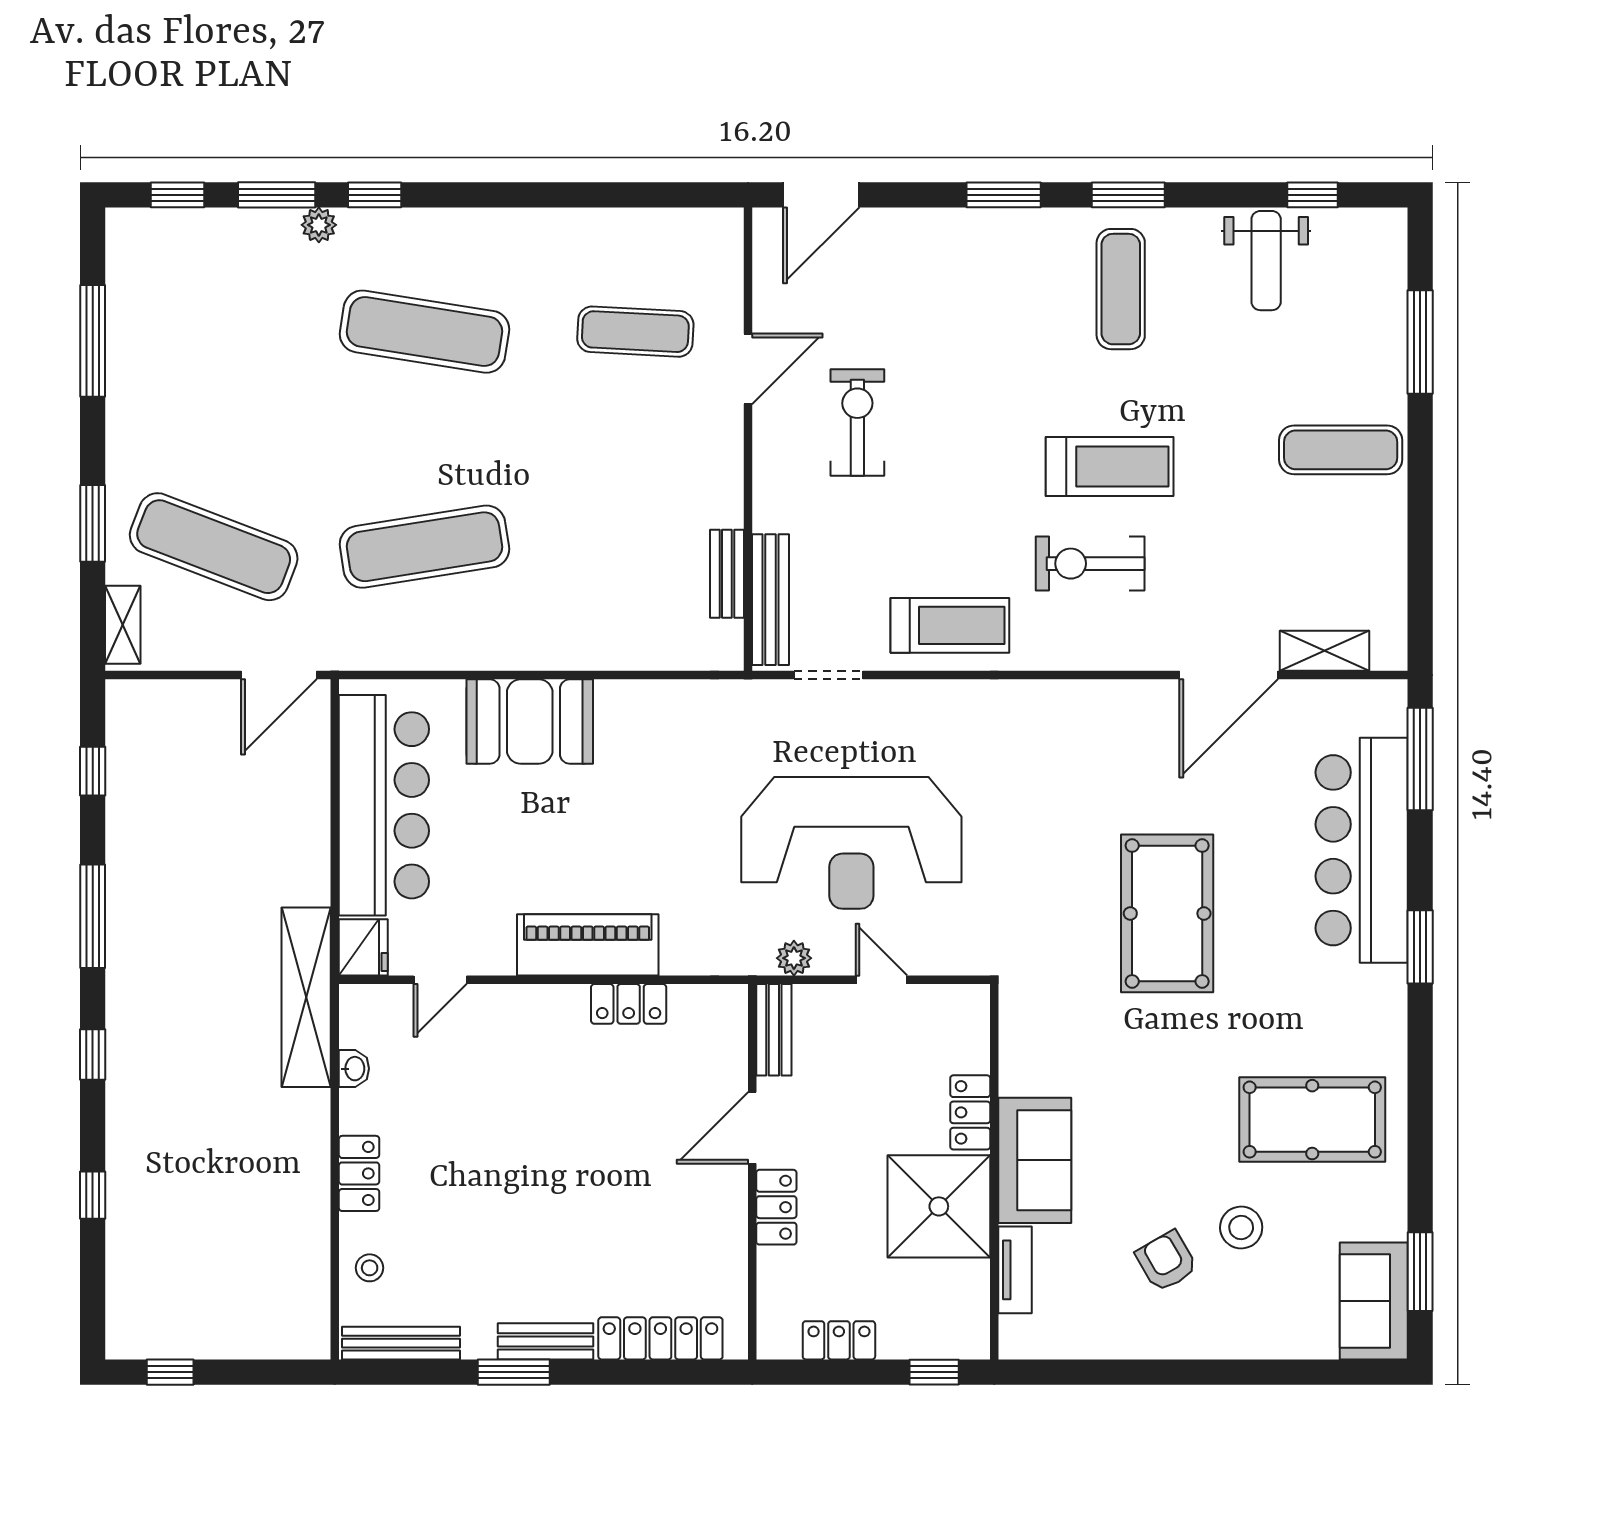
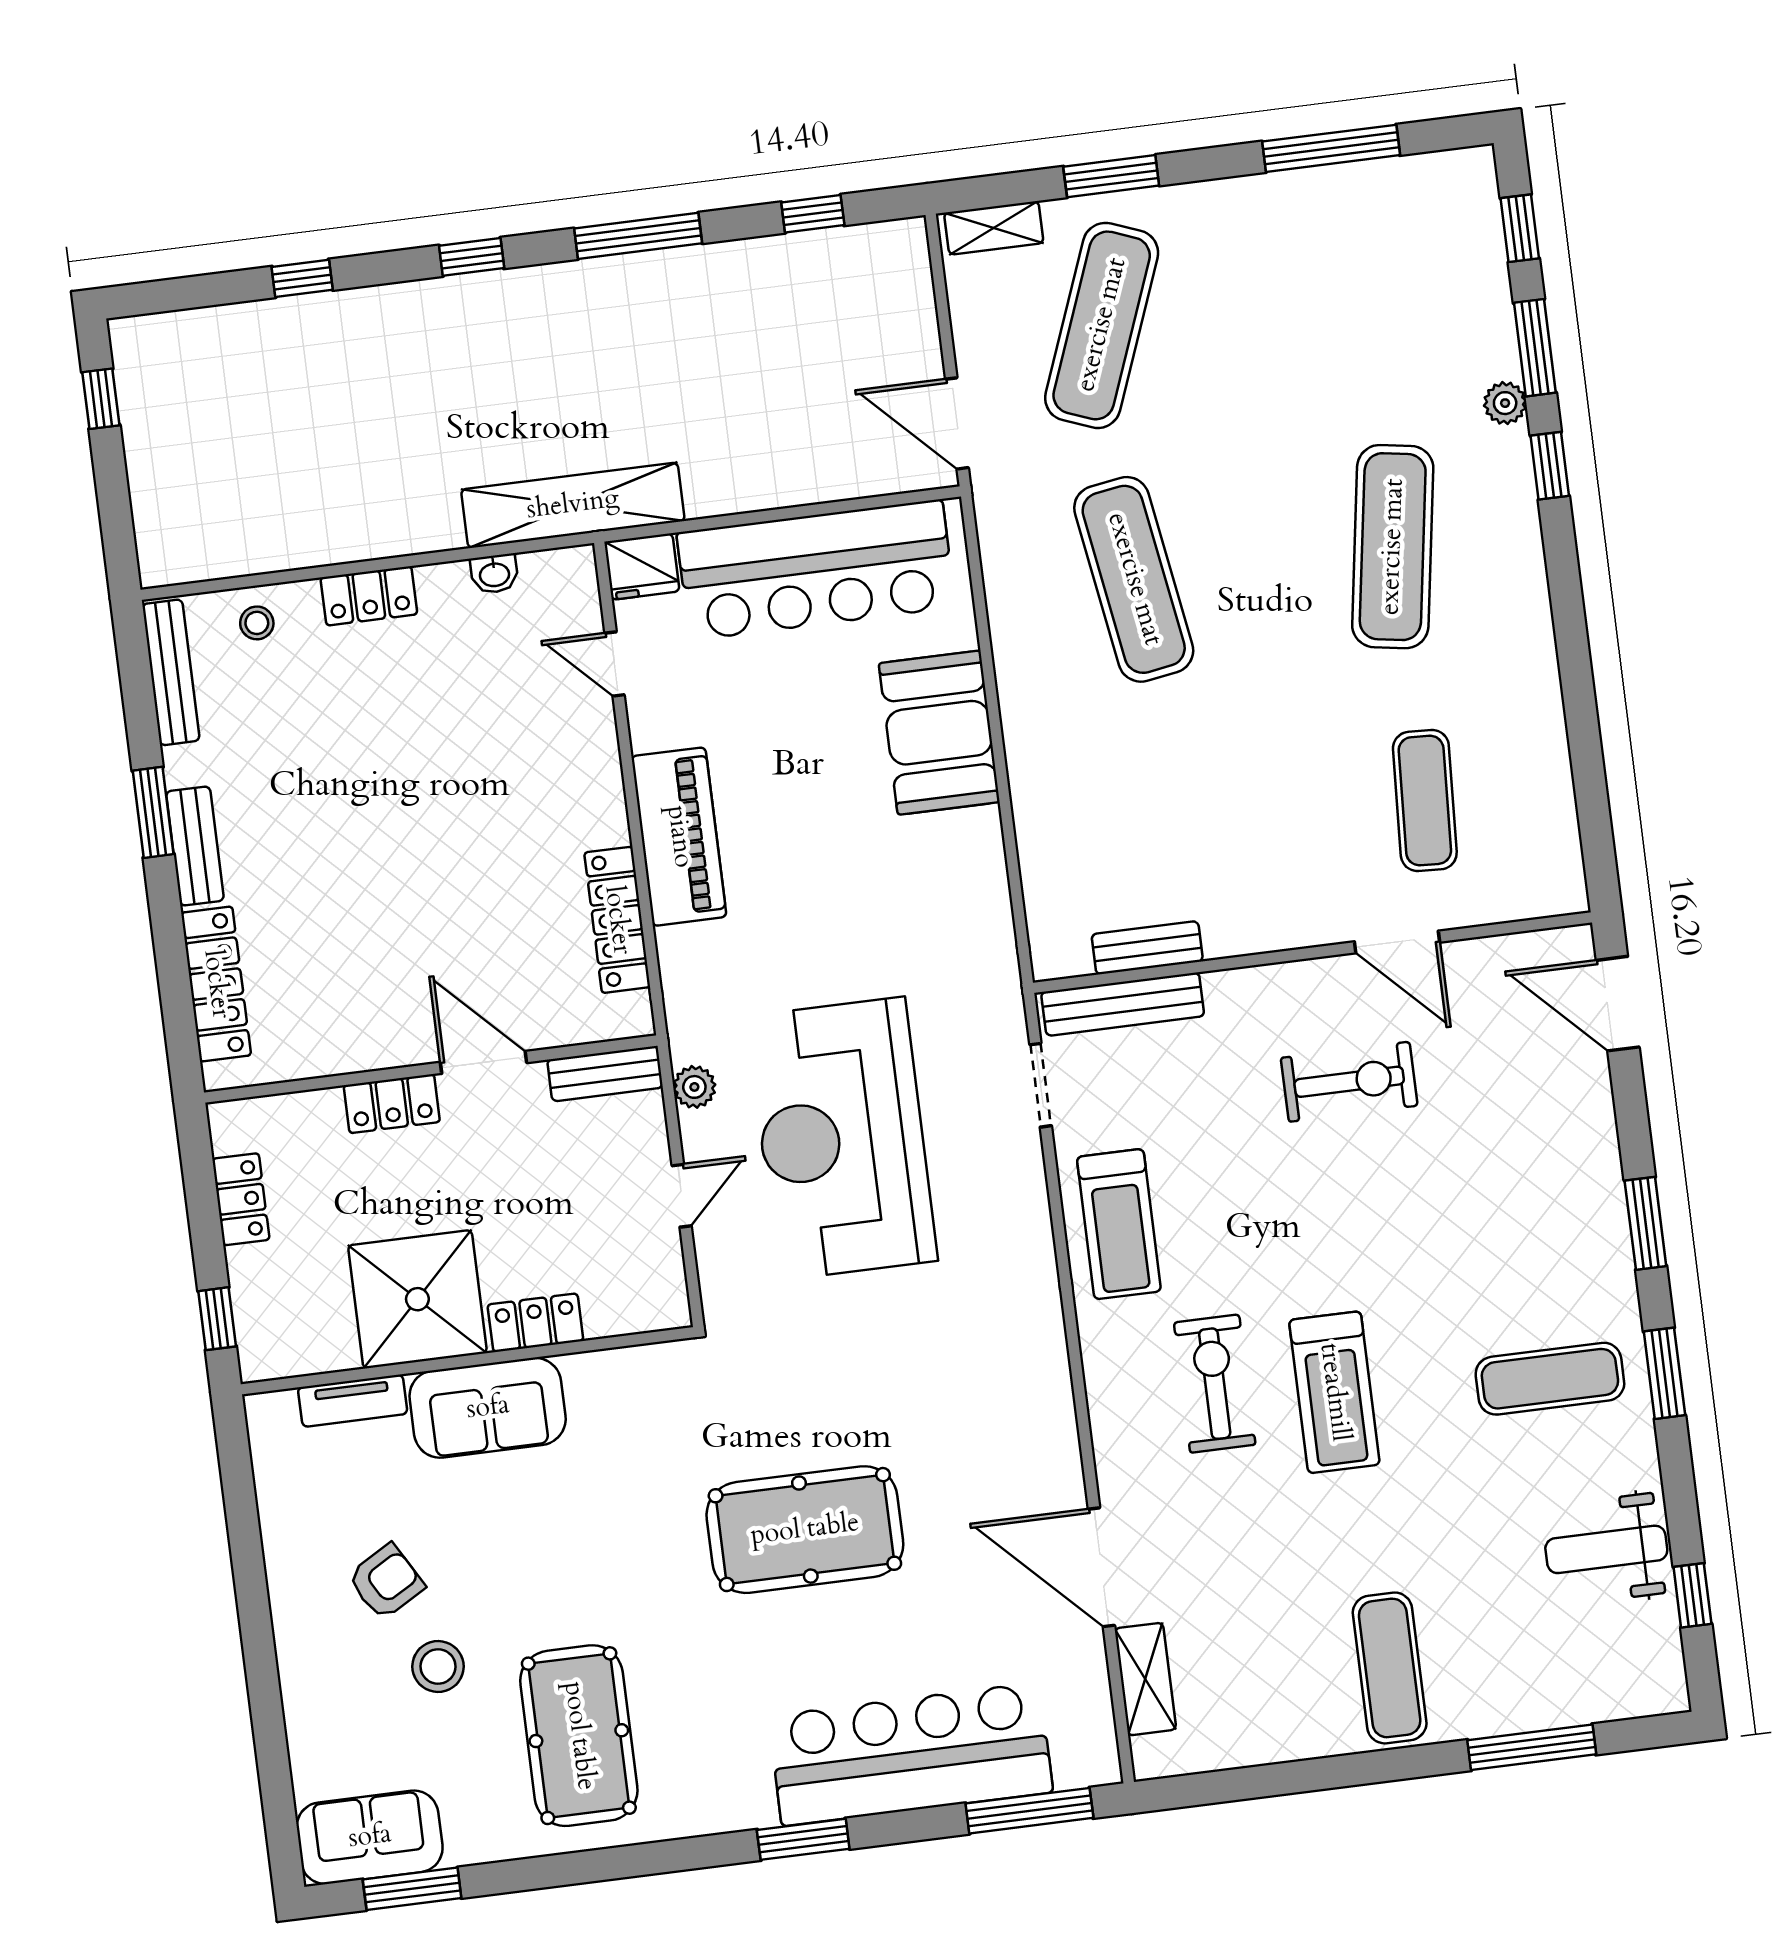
locker: (629, 1004) -> (617, 920), width x1.53

